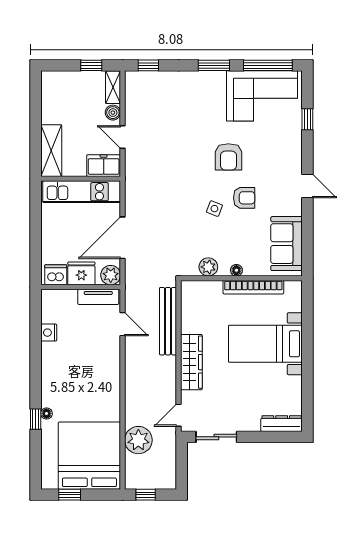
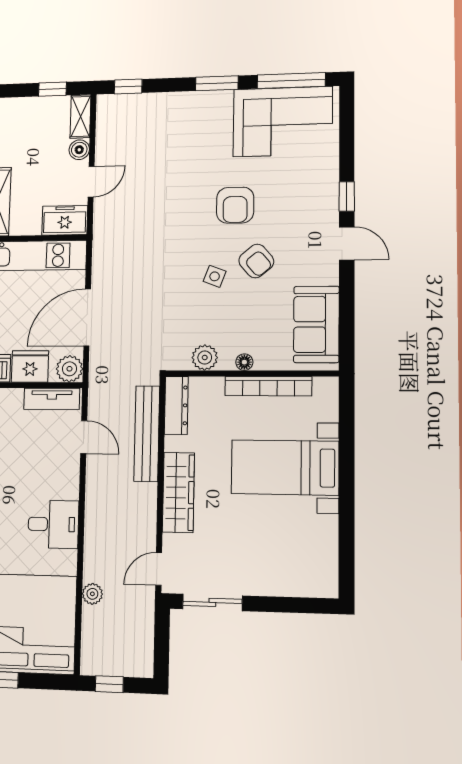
window: (307, 119) -> (347, 196), moved
door: (123, 137) -> (91, 182), swing flipped
armchair: (244, 198) -> (256, 261), turned 50
desk: (102, 386) -> (53, 524), added
dresser: (282, 424) -> (176, 405), moved, turned 90
plant: (138, 440) -> (92, 594), width x0.53, depth x0.53

